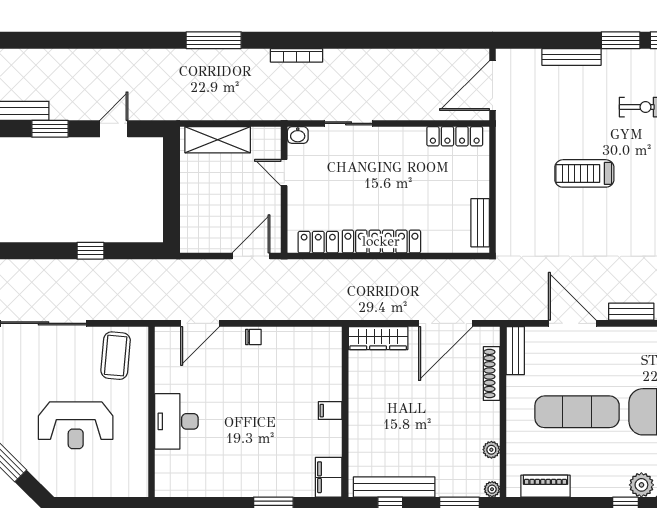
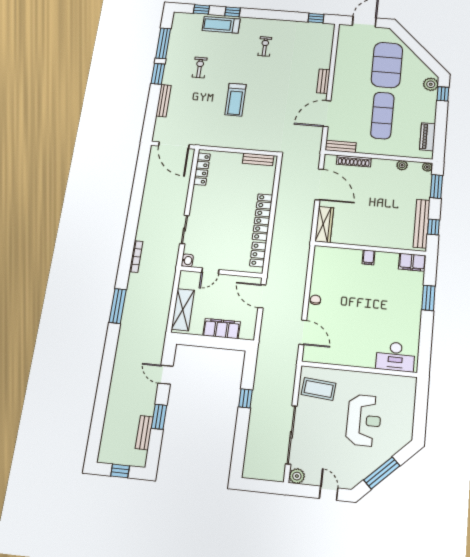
filing cabinet: (194, 202) -> (222, 329), added
desk: (176, 421) -> (395, 357), moved

